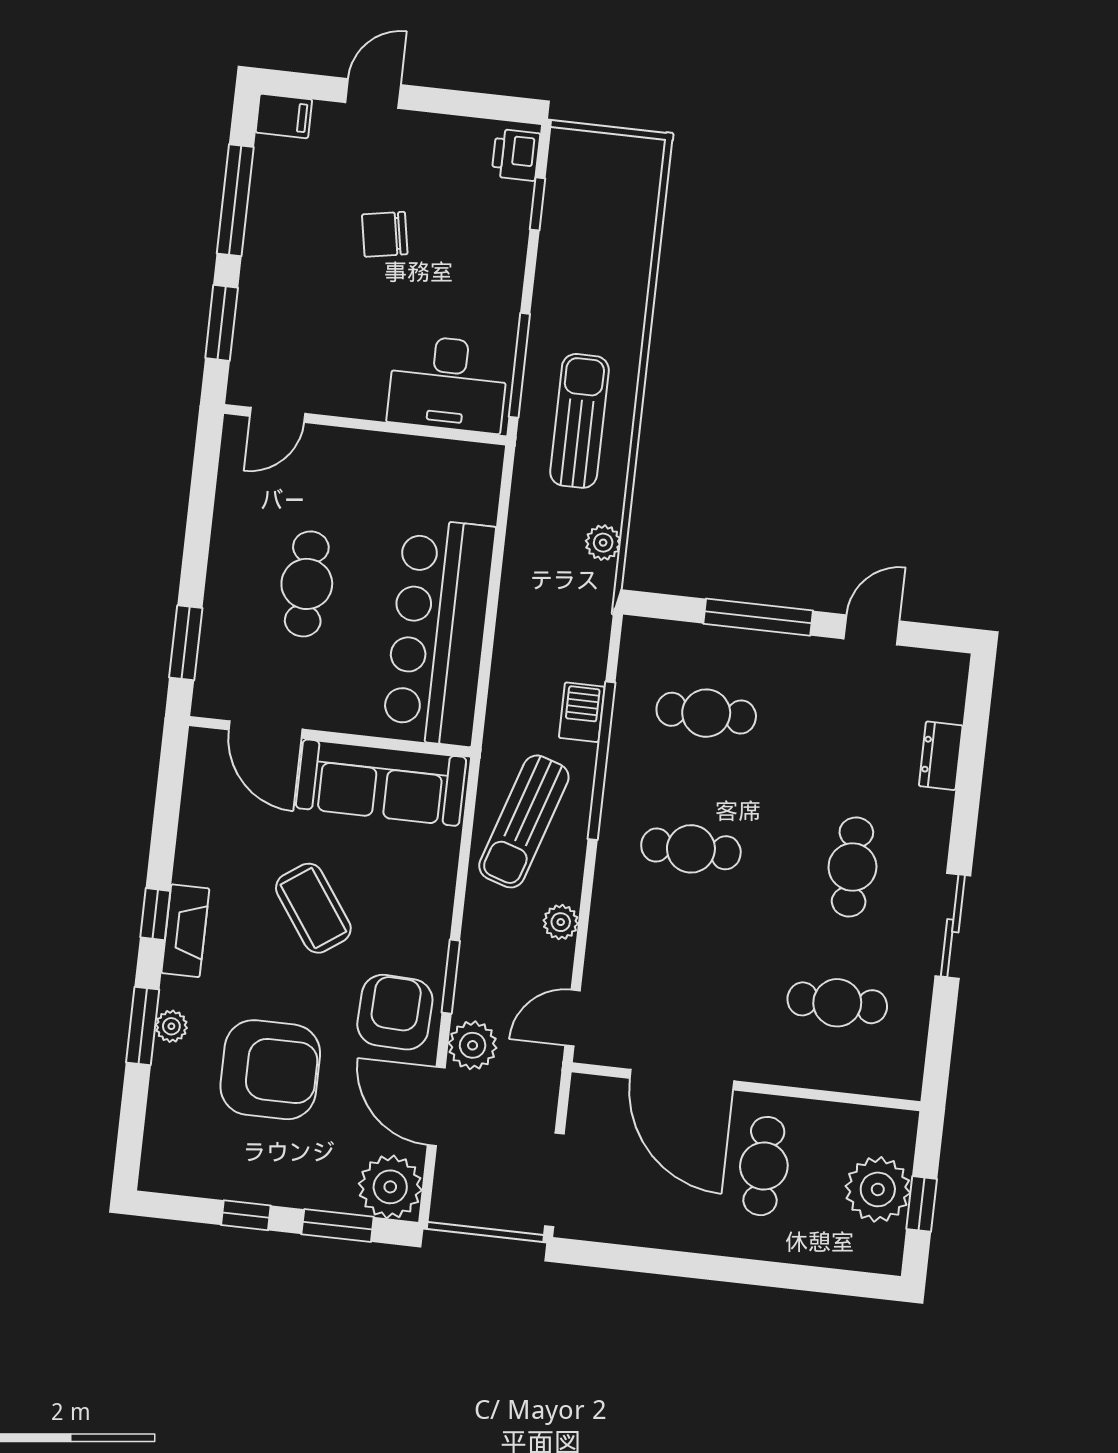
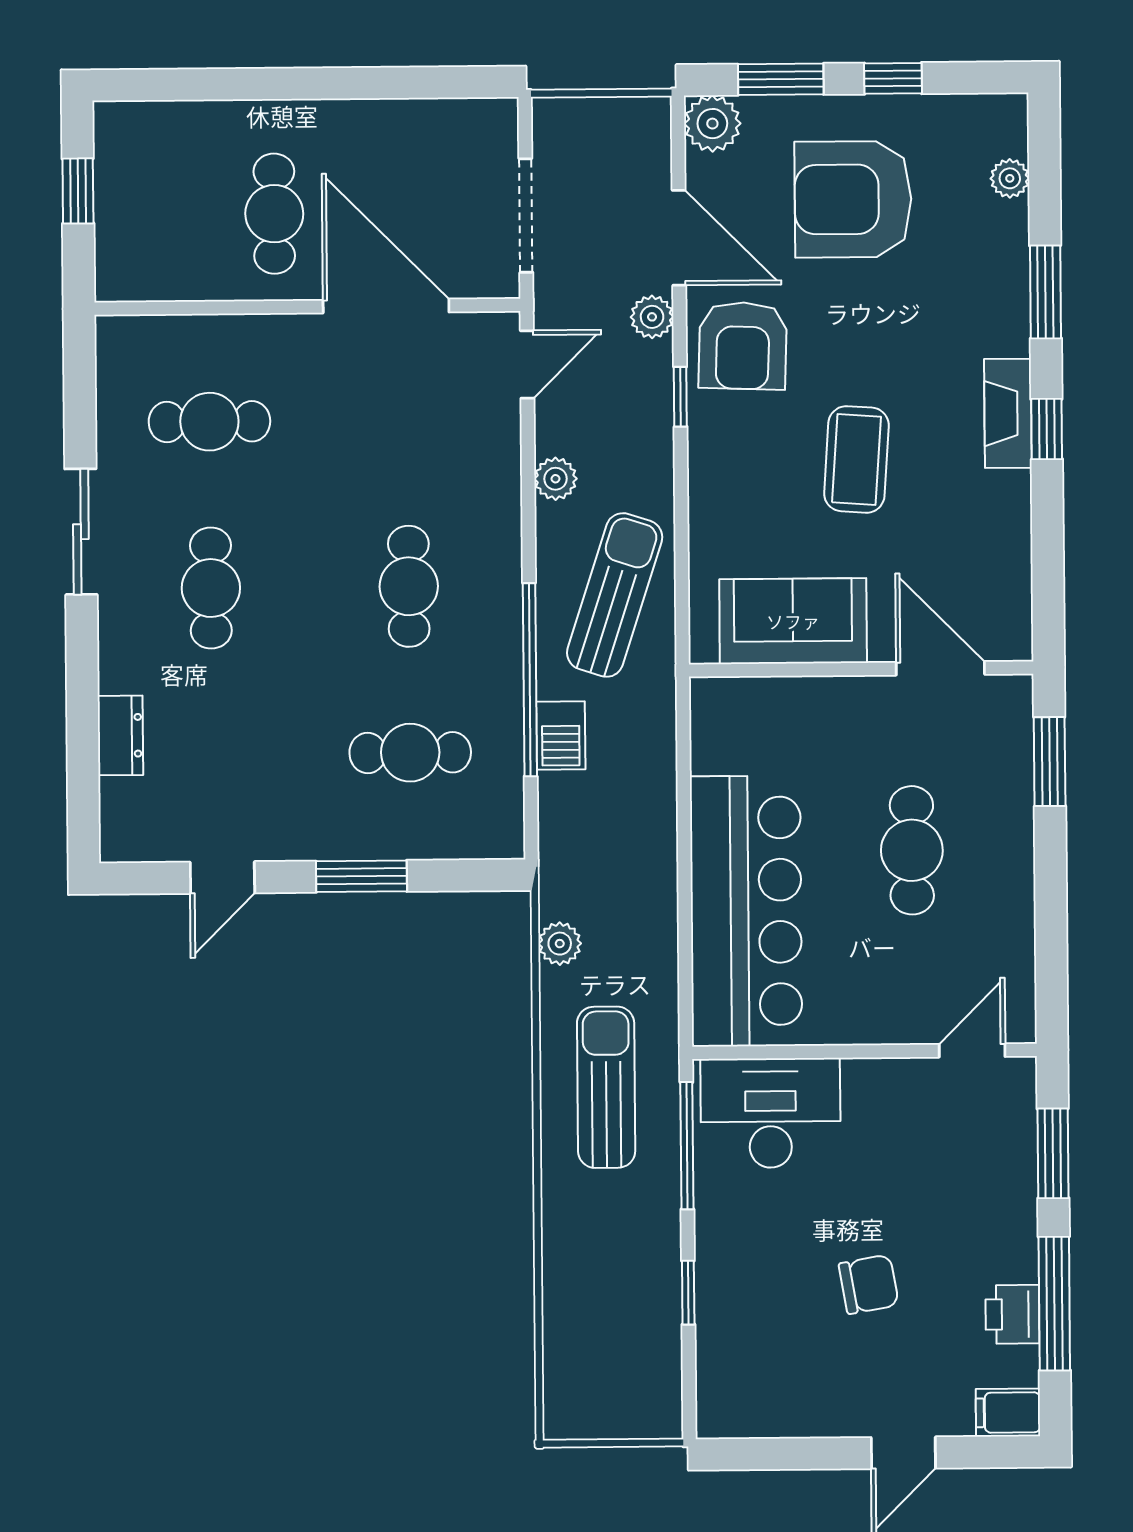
printer: (516, 155) -> (1012, 1314), moved, turned 180
window: (537, 204) -> (688, 1293), moved
sun lounger: (579, 421) -> (606, 1087), turned 180
window: (758, 617) -> (361, 876), width x0.69
bar counter: (439, 632) -> (746, 911), moved
sofa: (381, 783) -> (793, 621), width x0.73
cafe table: (691, 849) -> (409, 586), turned 90
coffee table: (313, 908) -> (856, 459), turned 39
window: (451, 977) -> (680, 397), width x0.67
plant: (171, 1026) -> (1010, 178), moved
plant: (473, 1045) -> (652, 317), width x0.73, depth x0.73
armchair: (270, 1070) -> (853, 199), moved
doorway: (554, 1180) -> (526, 215), moved
plant: (390, 1187) -> (712, 124), width x0.73, depth x0.73
plant: (878, 1189) -> (133, 202), removed

